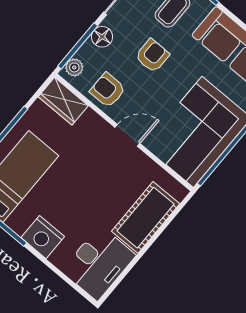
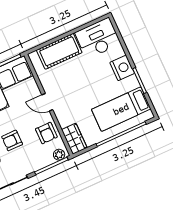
floor lamp: (102, 37) -> (35, 165), removed

